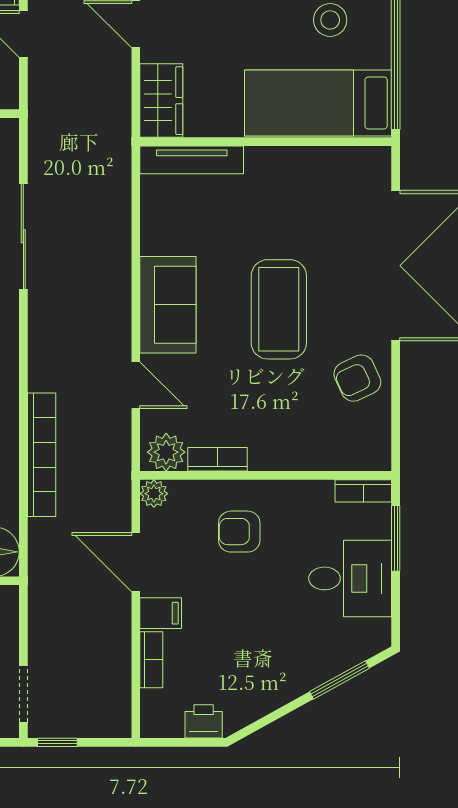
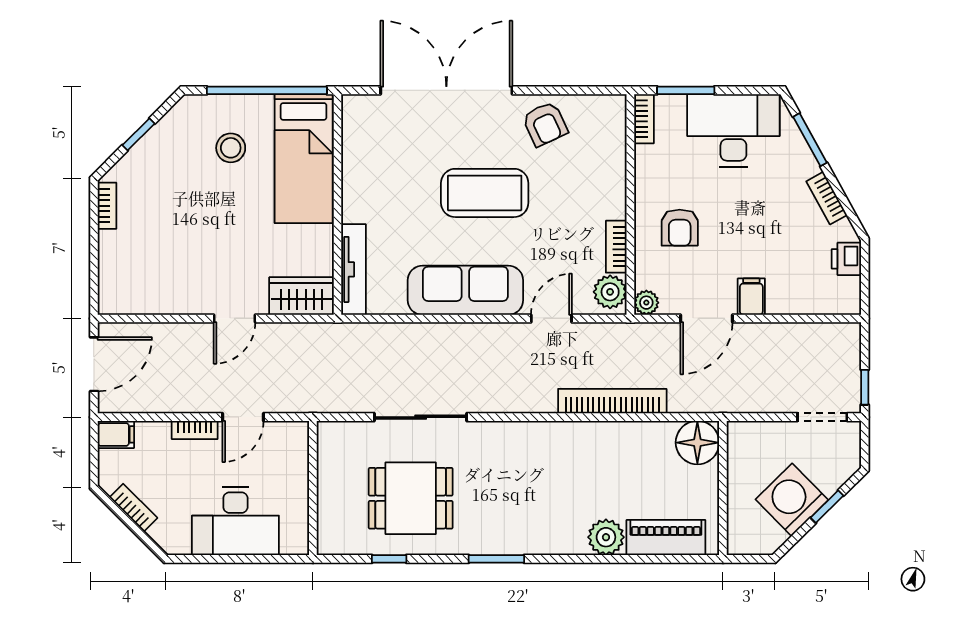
sofa: (168, 305) -> (465, 290), width x1.36
desk: (350, 578) -> (733, 130), width x1.37
bookcase: (151, 660) -> (827, 198), moved, turned -119

